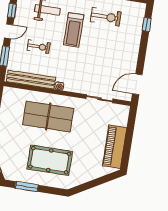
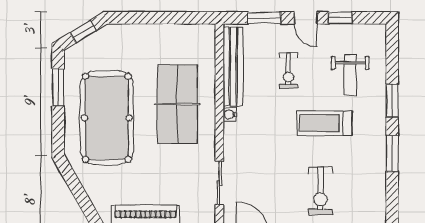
exercise bike: (106, 17) -> (320, 191), moved
pool table: (50, 160) -> (107, 118), width x1.36, depth x1.32

